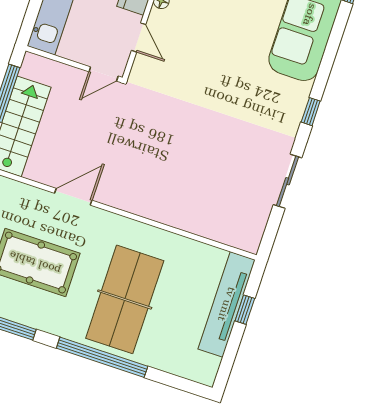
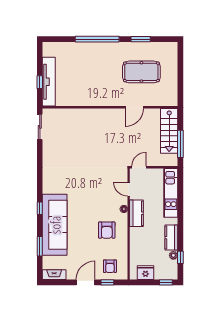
window: (311, 112) -> (40, 208), moved
sliding door: (288, 181) -> (40, 127), moved
table tennis table: (125, 299) -> (96, 69), removed

